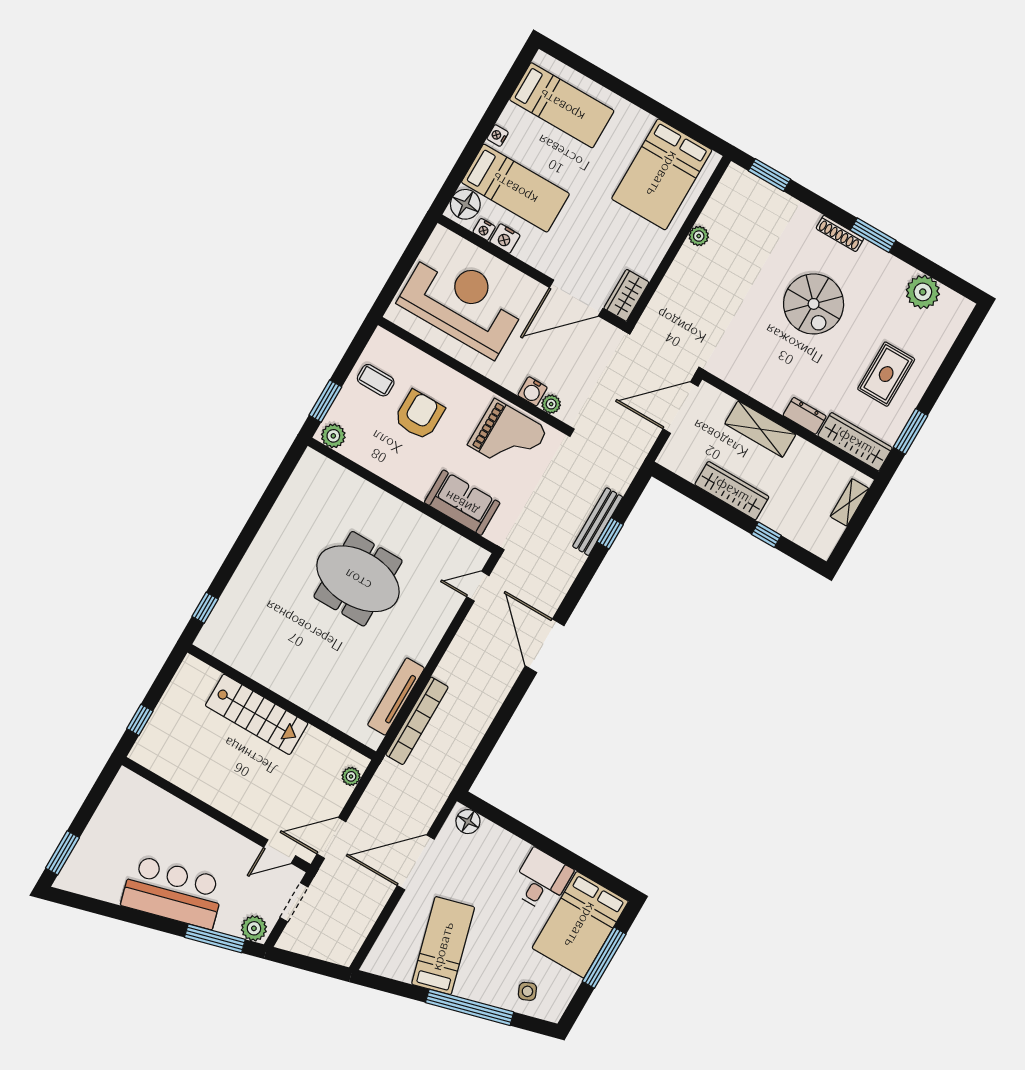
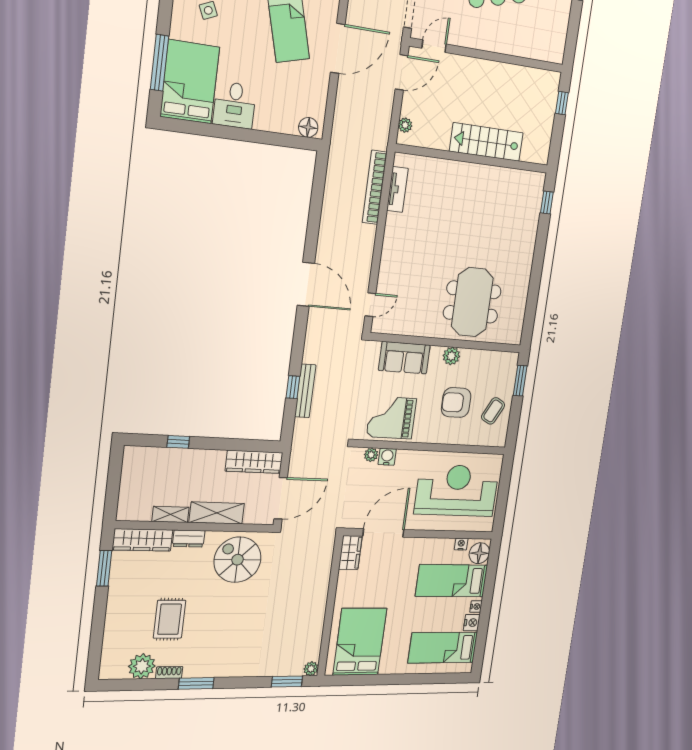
shoe rack: (840, 233) -> (169, 673), moved, width x0.70
plant: (699, 236) -> (311, 669), moved
nightstand: (505, 239) -> (472, 623), moved, turned 90
reception desk: (462, 302) -> (457, 490), turned 180
spiral stairs: (814, 304) -> (238, 560), moved
rug: (886, 374) -> (170, 619), moved
coffee table: (376, 380) -> (493, 411), turned -62
armchair: (419, 415) -> (456, 403), turned 90
plant: (333, 436) -> (451, 356), moved
wardrobe: (732, 491) -> (254, 462), moved
shelving: (849, 502) -> (170, 514), moved, turned 90
meeting table: (358, 579) -> (472, 302), moved, turned 90
tv unit: (396, 697) -> (397, 189), width x0.71
door: (416, 862) -> (338, 48), moved

